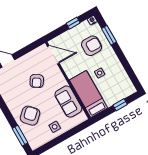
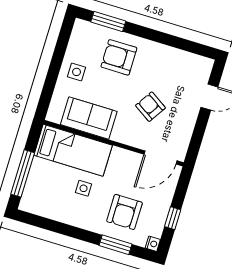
window: (120, 105) -> (23, 173), width x2.17
armchair: (30, 116) -> (119, 57), turned 133

